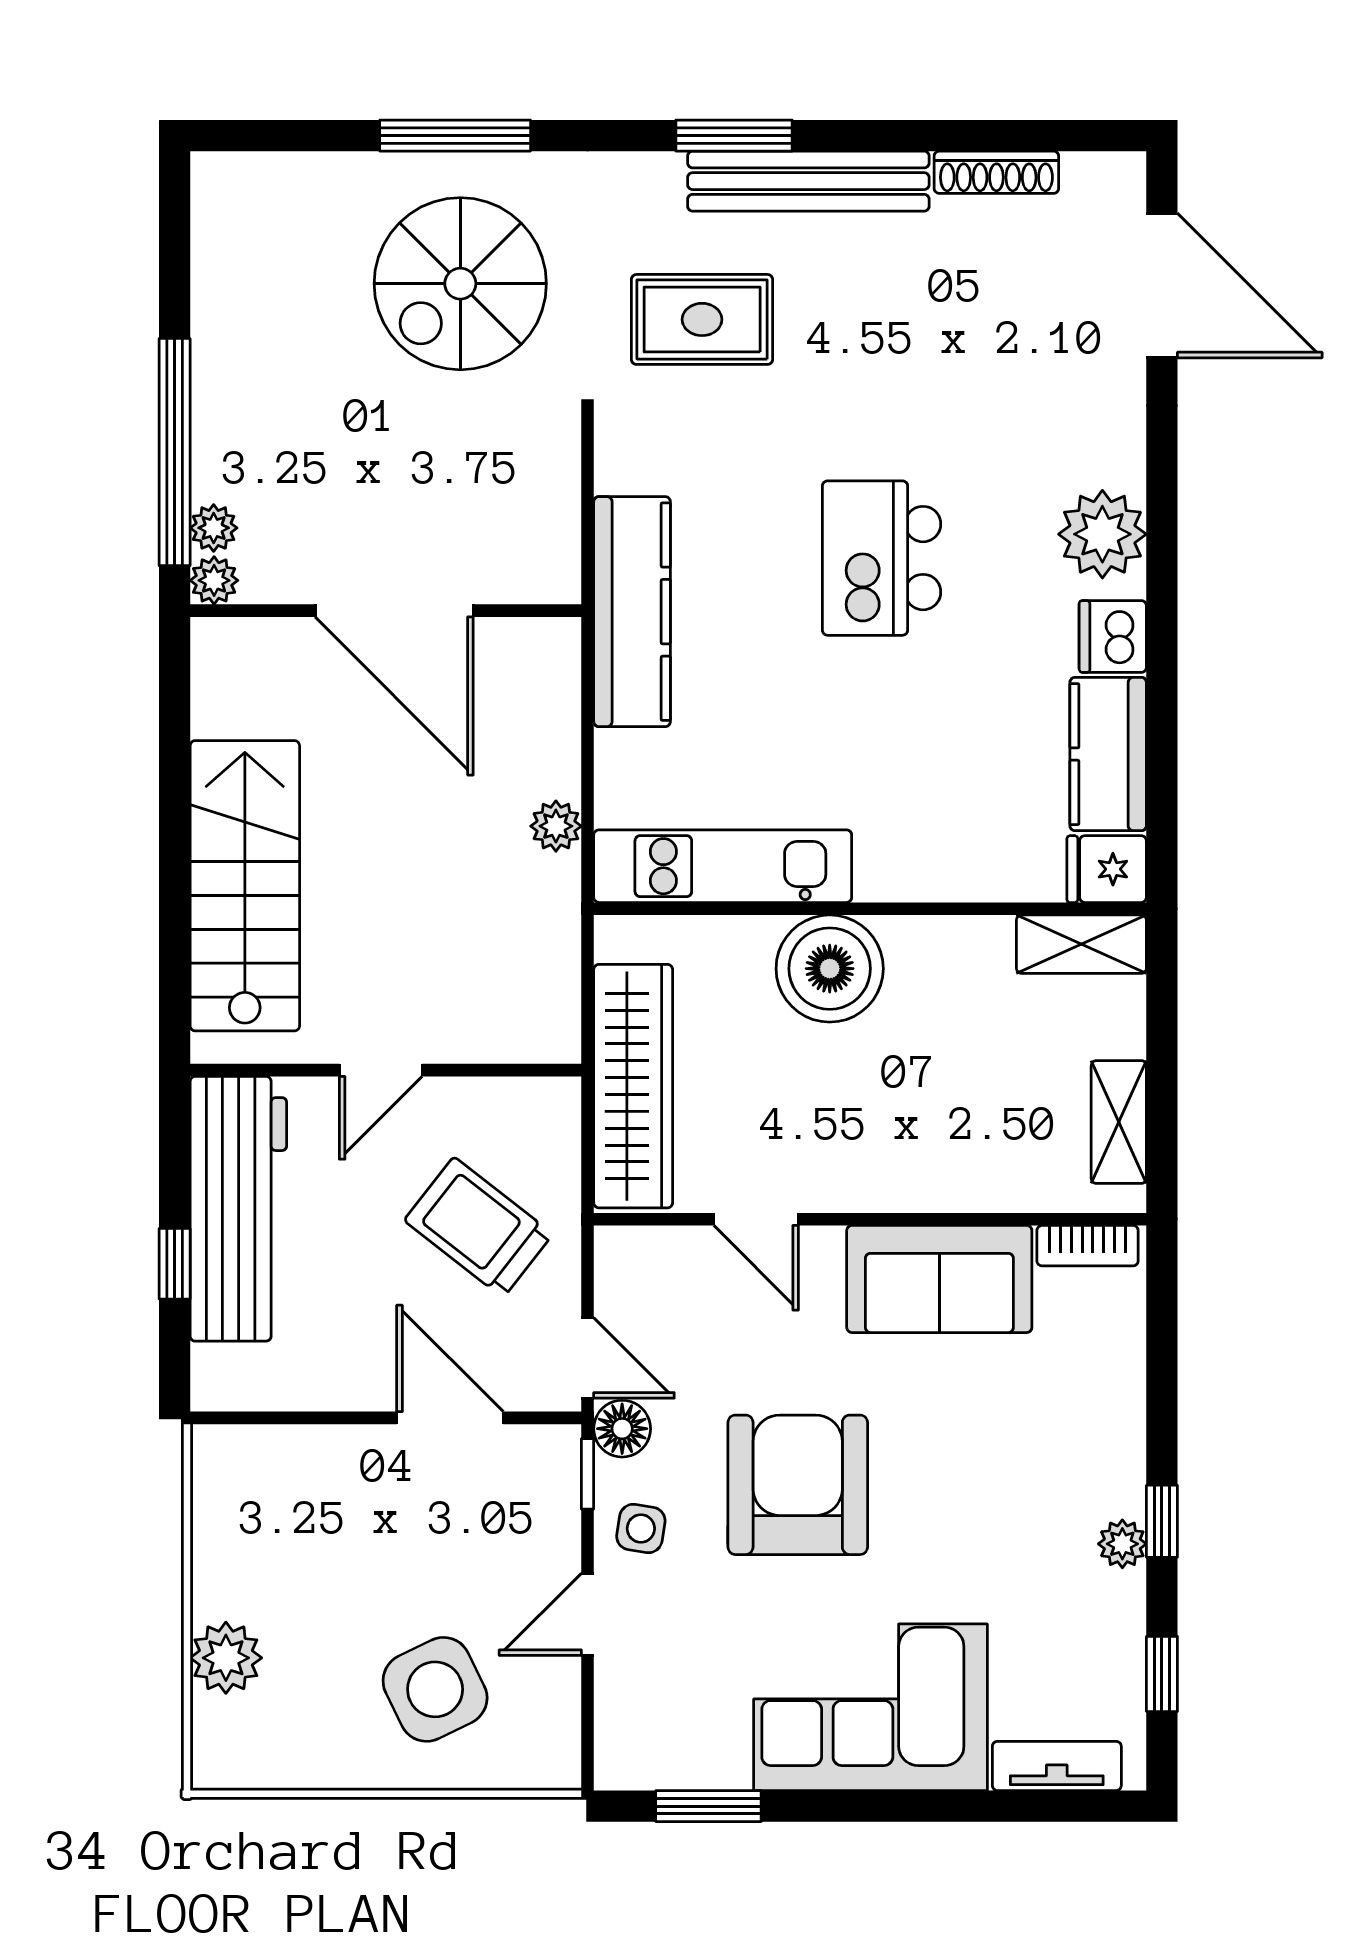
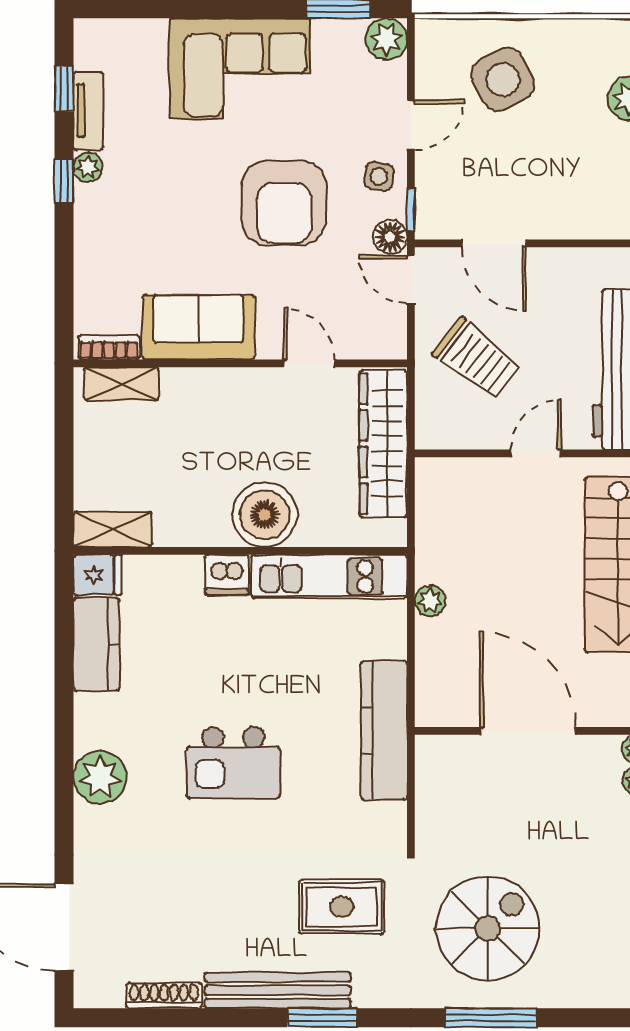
kitchen island: (882, 558) -> (233, 763), turned 90
dishwasher: (1113, 636) -> (227, 575), moved, turned 90
shelving: (1119, 1122) -> (121, 384), moved, turned 90
plant: (628, 1756) -> (386, 39), added
tv unit: (1057, 1766) -> (88, 111), moved, turned -90

